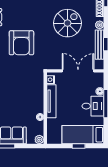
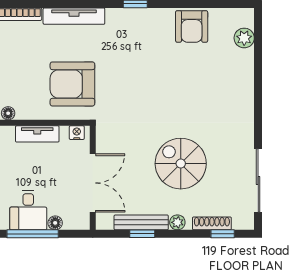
spiral stairs: (67, 23) -> (181, 164), turned 180
armchair: (21, 43) -> (72, 84), moved
tv unit: (51, 101) -> (37, 134), width x0.71

